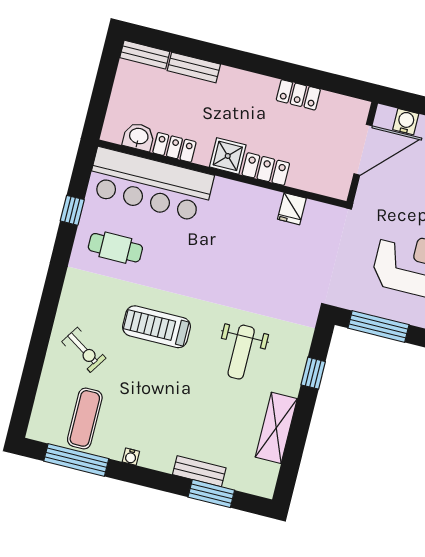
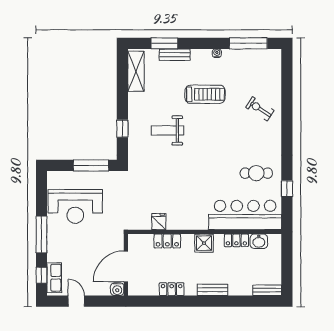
bench: (194, 67) -> (212, 290), moved
water cooler: (406, 122) -> (117, 289), moved
locker: (266, 169) -> (167, 241), moved
treadmill: (157, 327) -> (205, 94), moved
weight bench: (241, 352) -> (168, 130), turned -90
exercise mat: (85, 418) -> (249, 69), removed
shelving: (276, 428) -> (136, 71), moved

